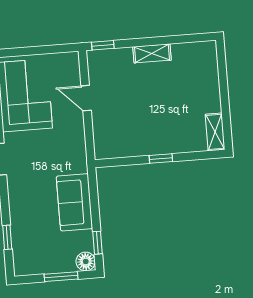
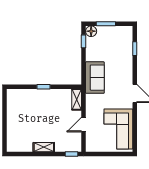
door: (86, 98) -> (84, 125), swing flipped
shelving: (215, 132) -> (77, 99), moved
sofa: (74, 202) -> (95, 78), moved

